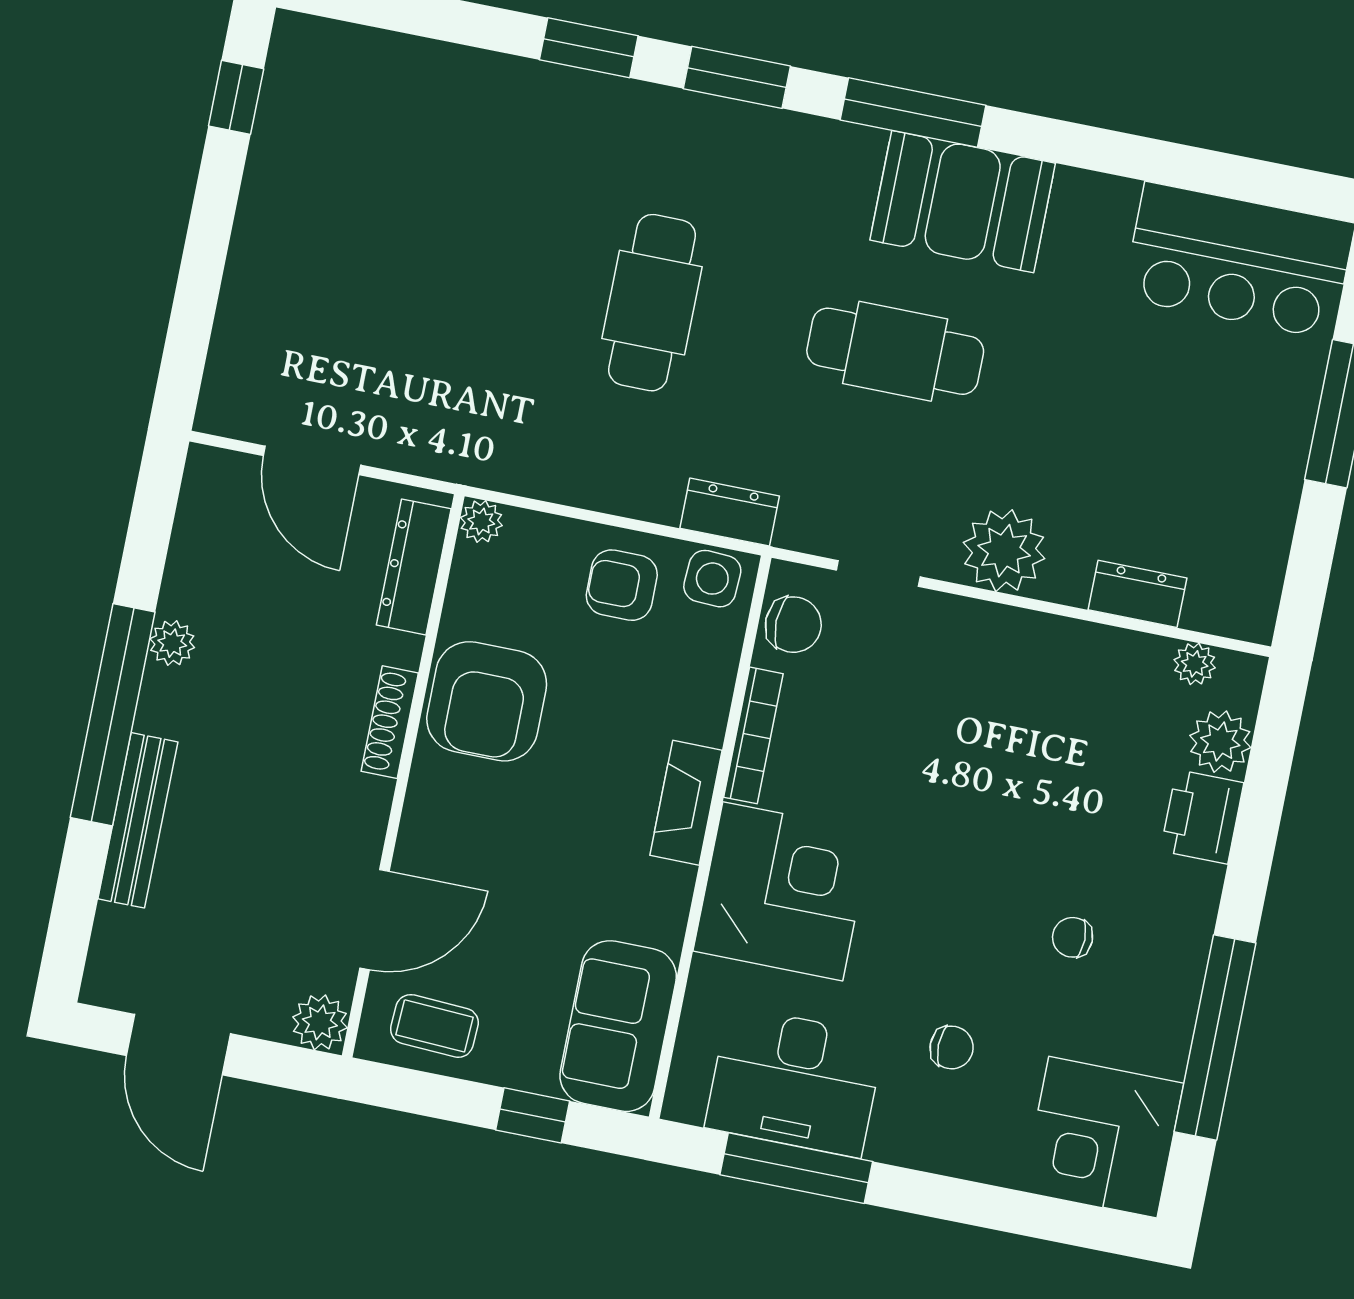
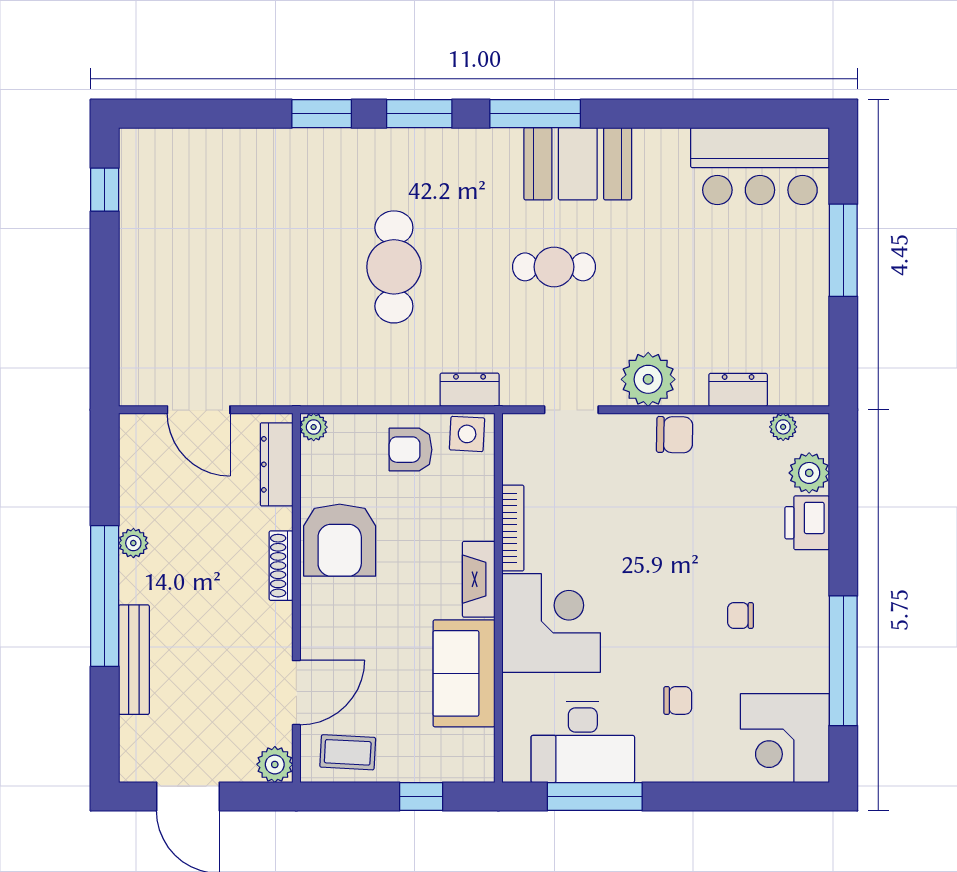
cafe table: (895, 351) -> (554, 267), width x0.73, depth x0.74
chair: (793, 625) -> (675, 435), moved
sofa: (618, 1026) -> (464, 673), moved

